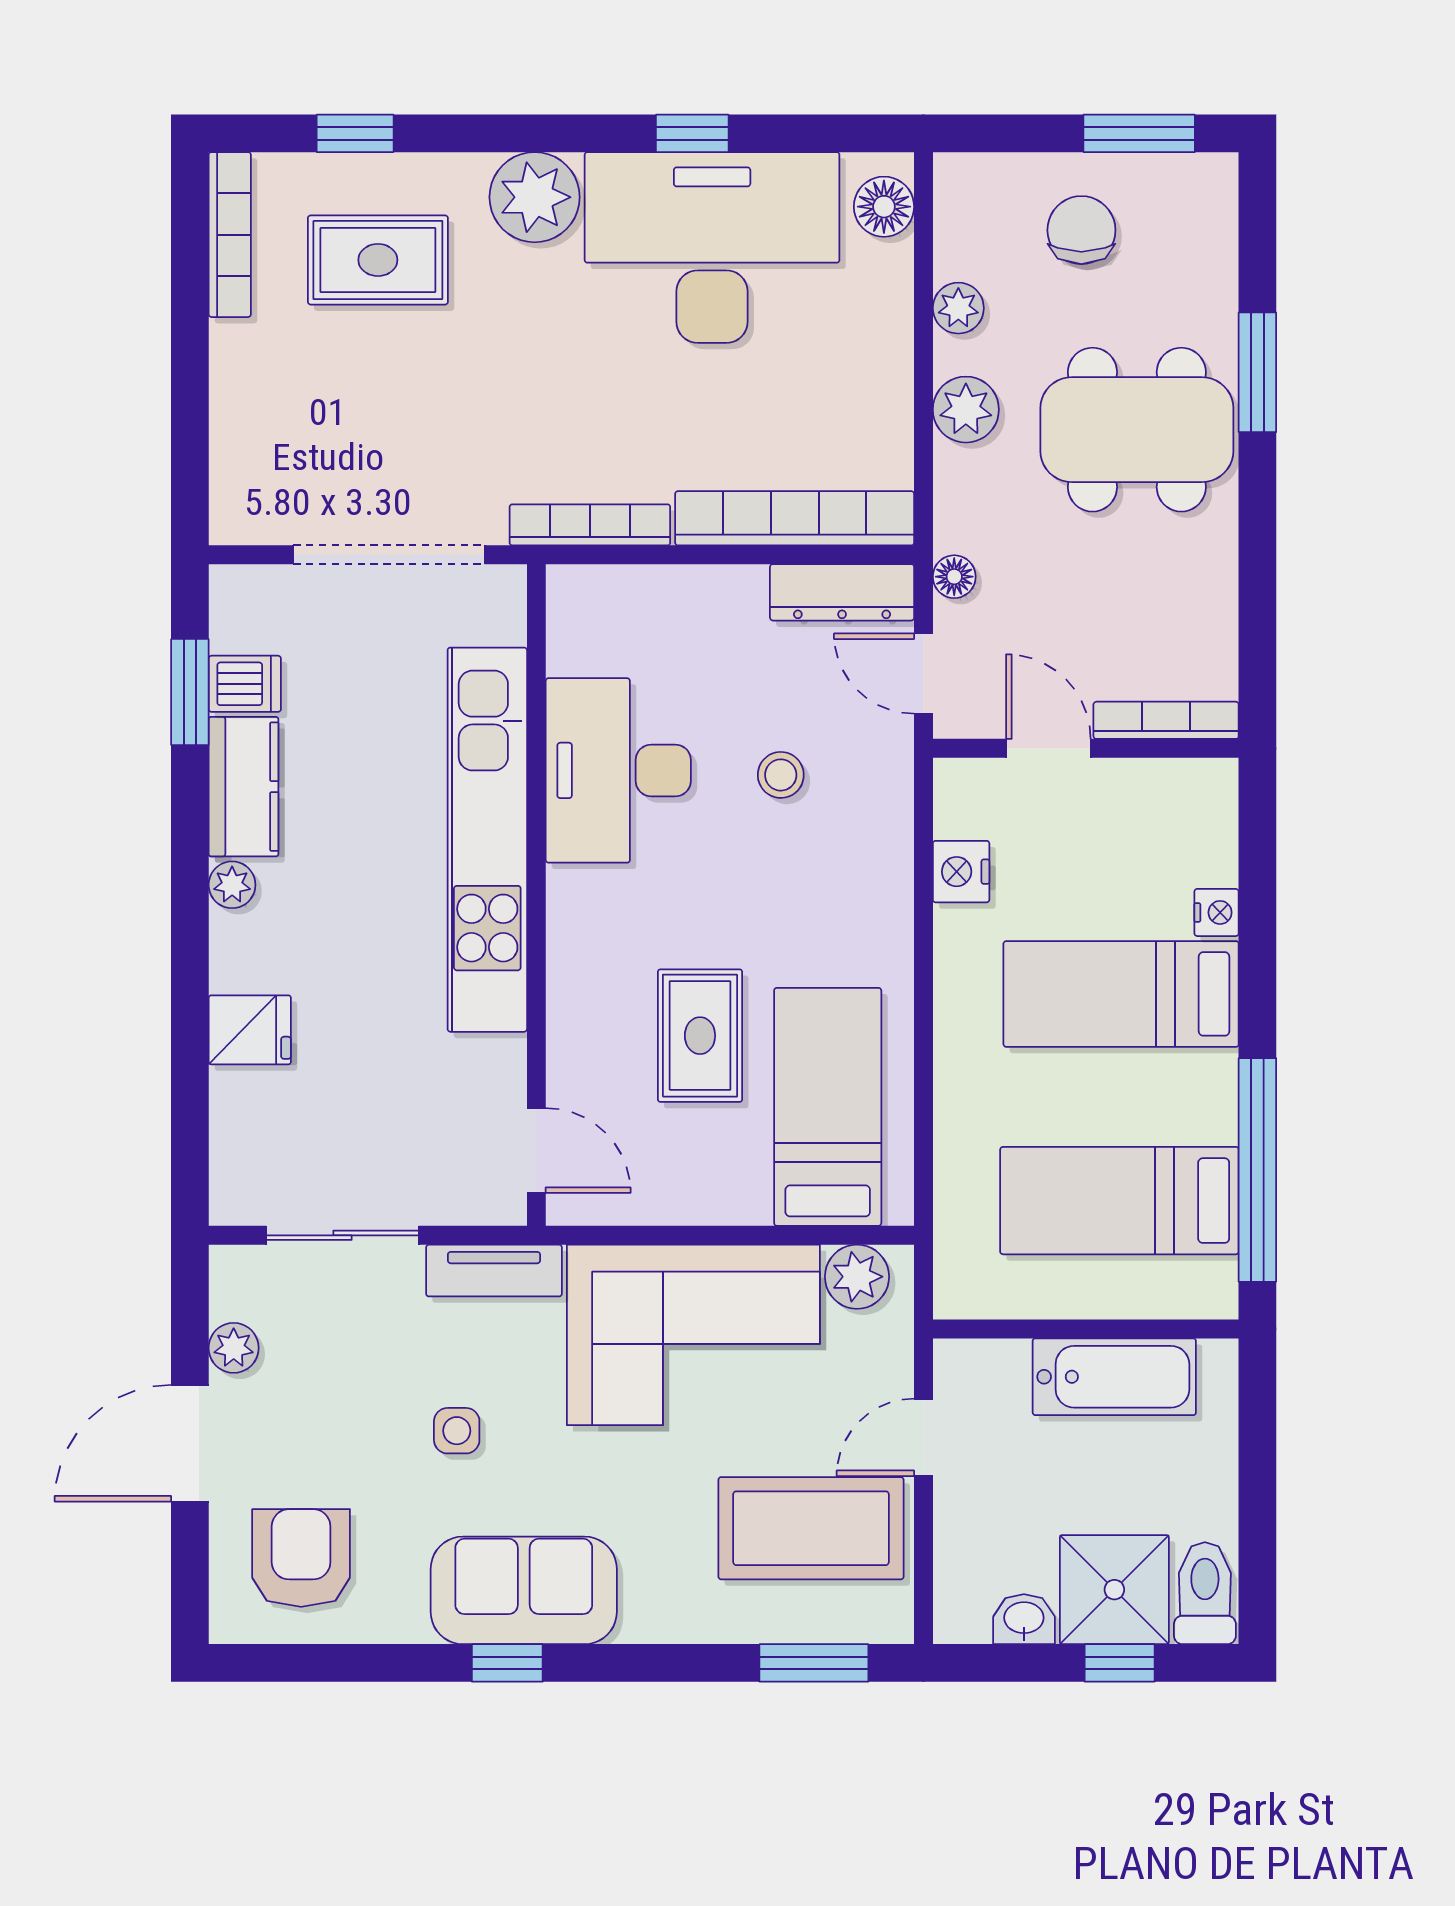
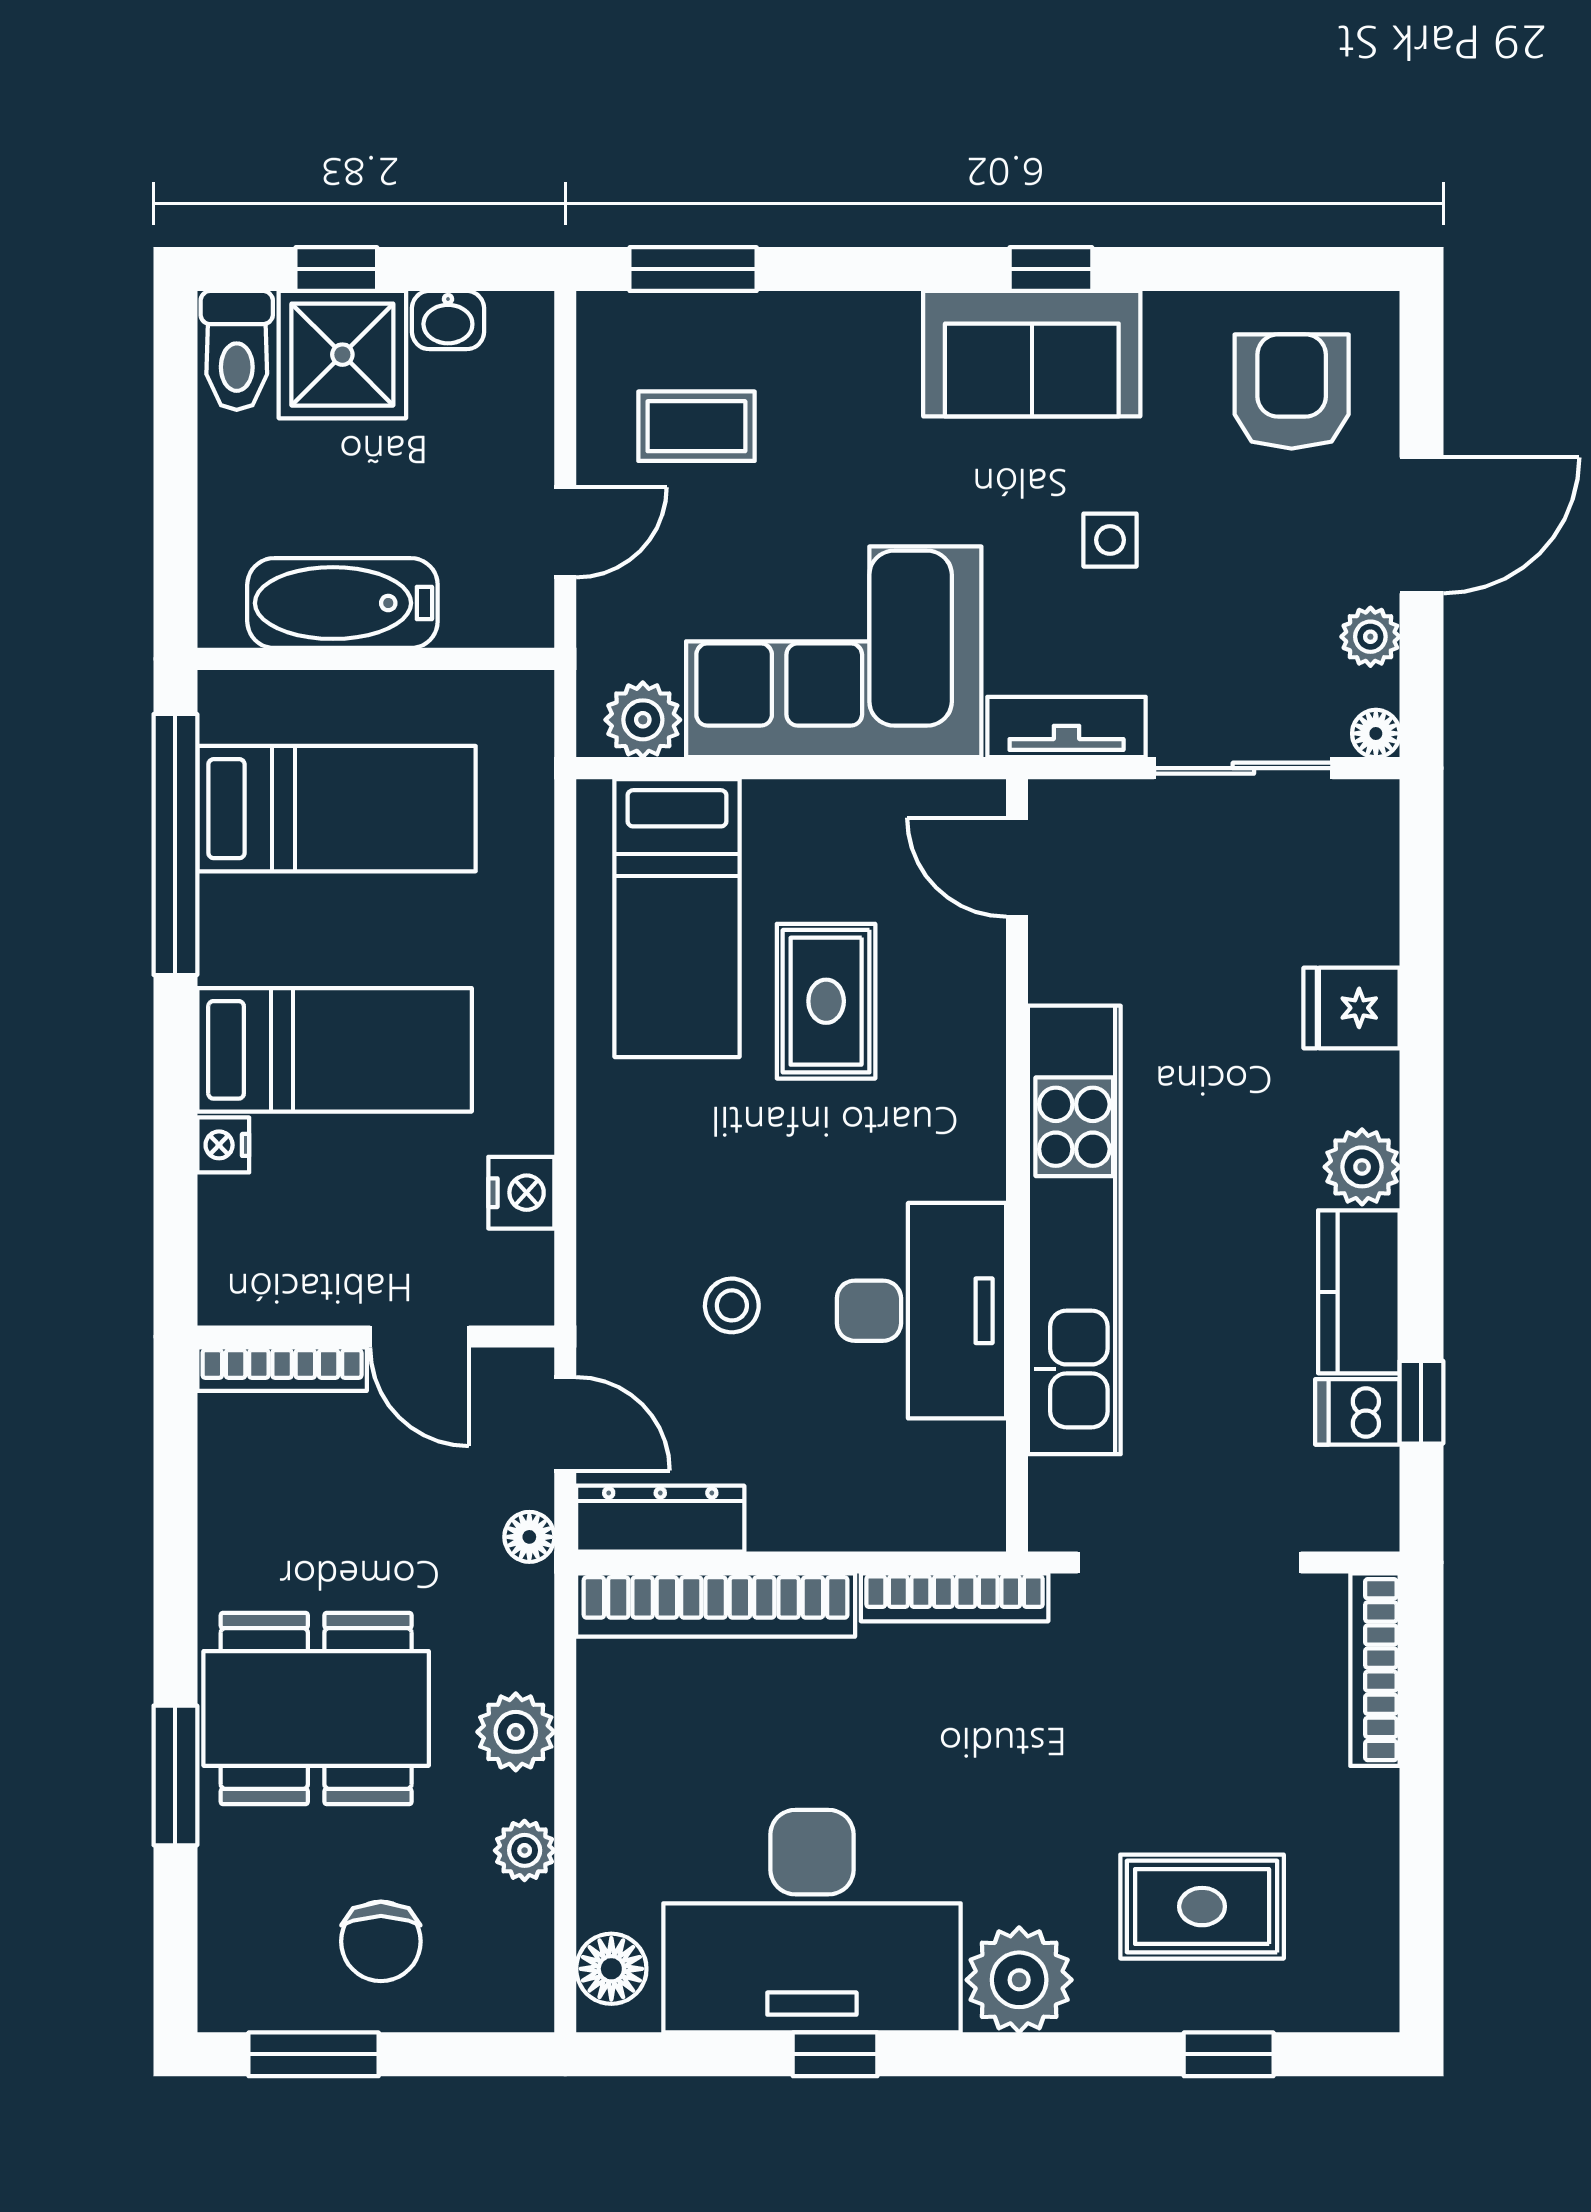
bookcase: (230, 235) -> (1375, 1670), moved
window: (190, 692) -> (1421, 1402), width x0.67
plant: (232, 885) -> (1362, 1167), width x1.38, depth x1.38
floor lamp: (229, 1265) -> (1376, 733), added
coffee table: (811, 1528) -> (696, 426), width x0.54, depth x0.58
armchair: (301, 1558) -> (1292, 392), turned 180

